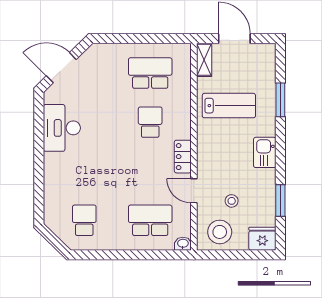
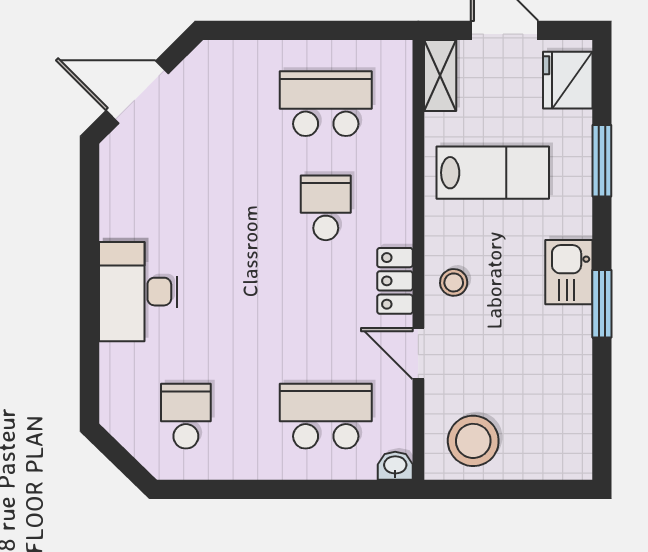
desk: (62, 128) -> (138, 292), moved
stool: (232, 201) -> (454, 282), moved
window: (280, 201) -> (602, 304), moved
fridge: (262, 239) -> (568, 80), moved, turned -90

